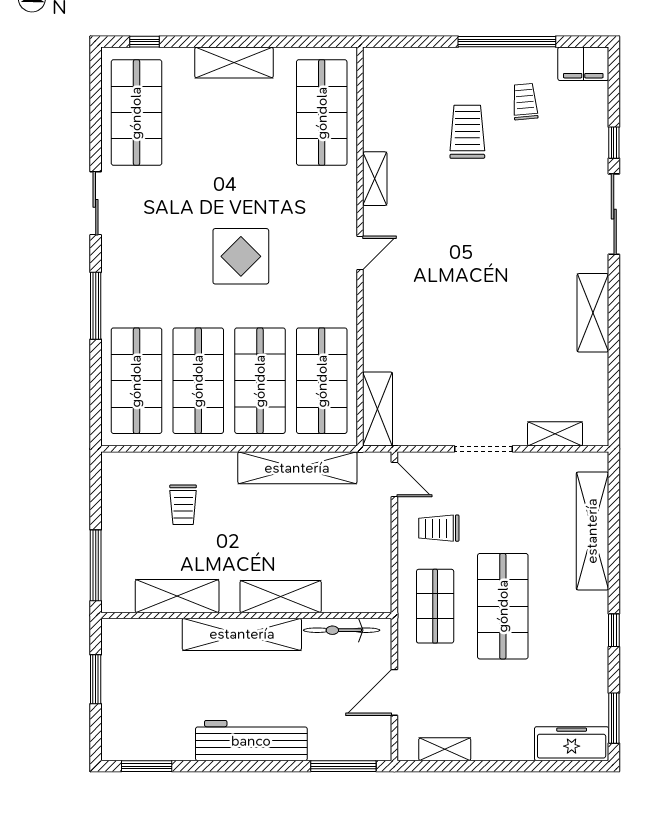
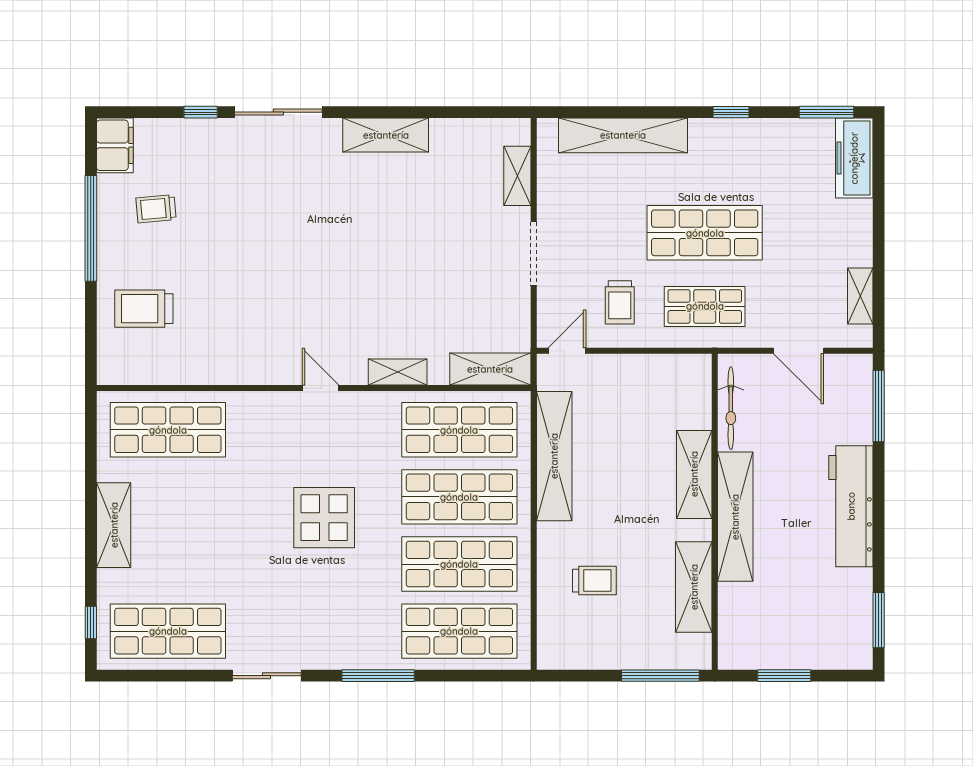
trolley: (467, 132) -> (144, 309), moved
shelving: (375, 179) -> (398, 372), moved

